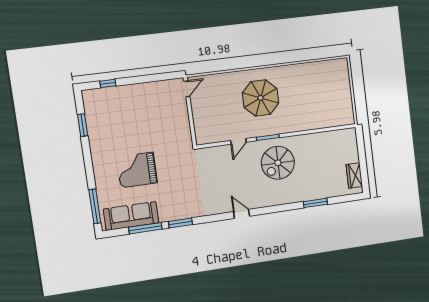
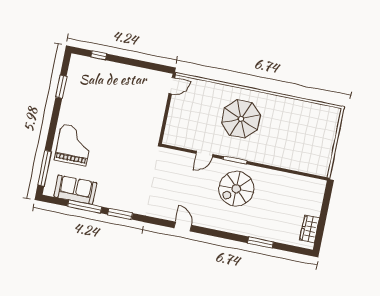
grand piano: (137, 170) -> (74, 145), moved, turned 90
sofa: (131, 216) -> (75, 190), width x0.73

